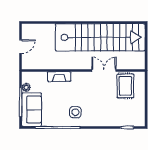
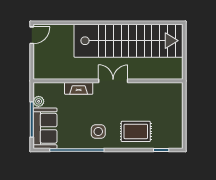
door: (21, 47) -> (32, 35), moved
double door: (104, 70) -> (113, 81), moved
rug: (125, 86) -> (136, 131), moved, turned 90

